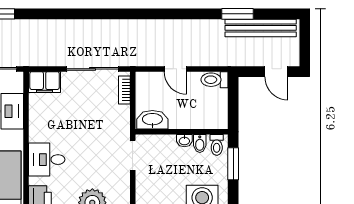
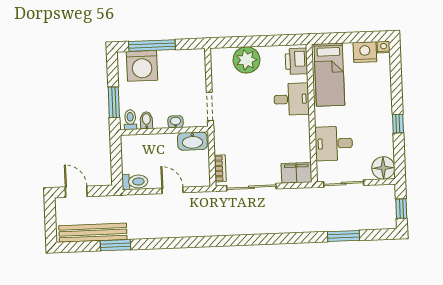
washbasin: (184, 141) -> (175, 122), moved

